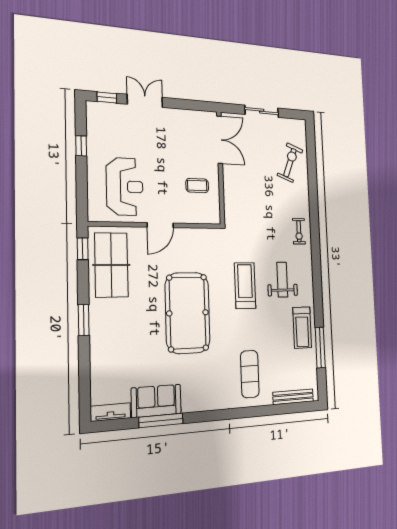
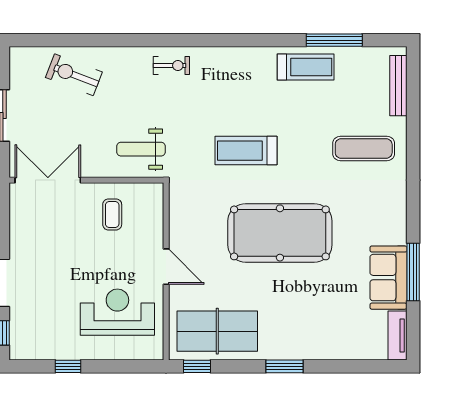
weight bench: (282, 280) -> (141, 149), moved

